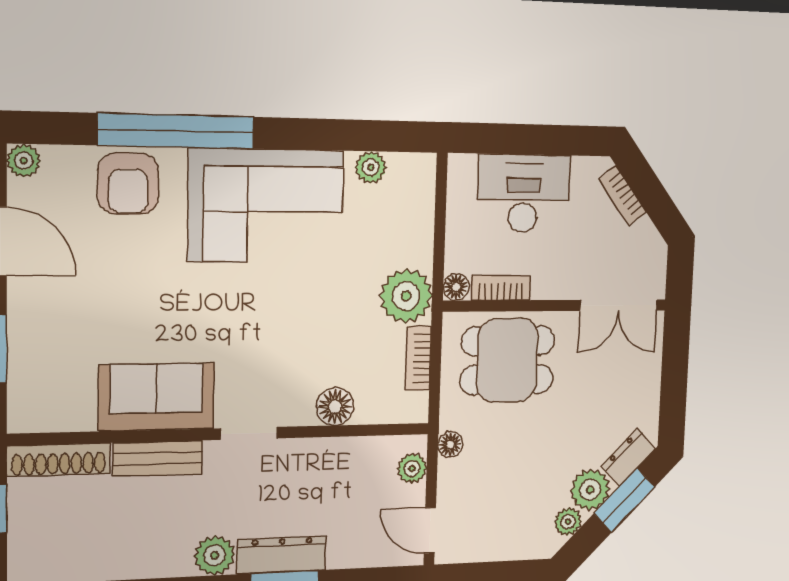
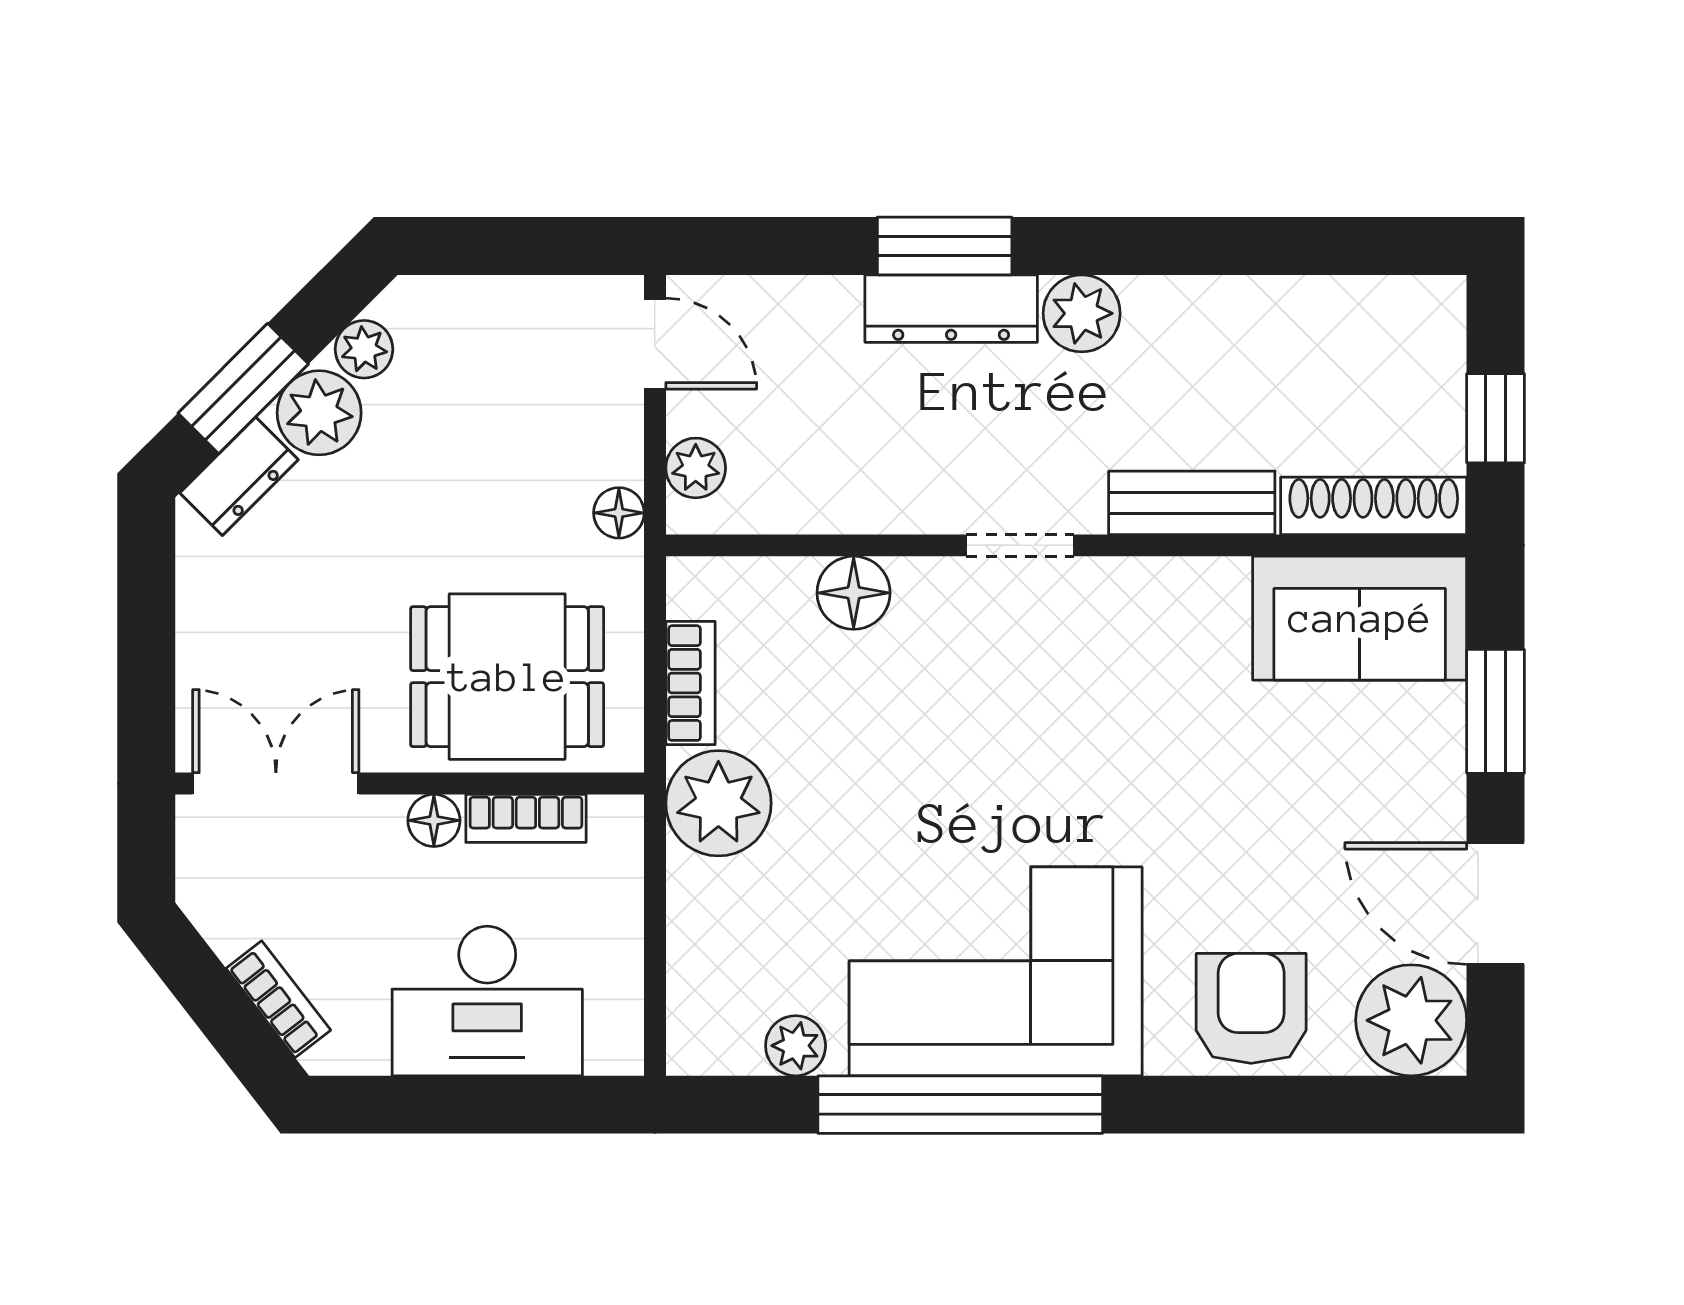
window: (176, 131) -> (960, 1105), moved
plant: (24, 161) -> (1411, 1020), width x1.88, depth x1.88
floor lamp: (456, 287) -> (434, 820), moved
sofa: (157, 397) -> (1360, 618), moved

